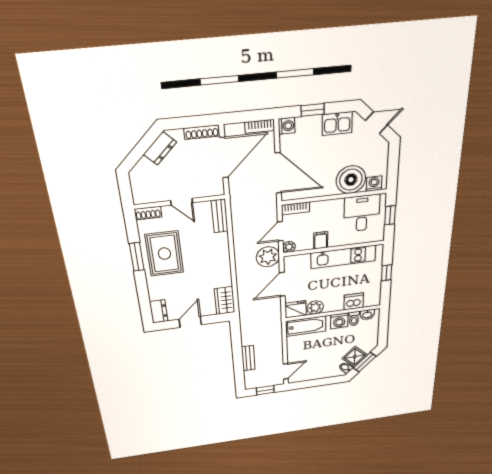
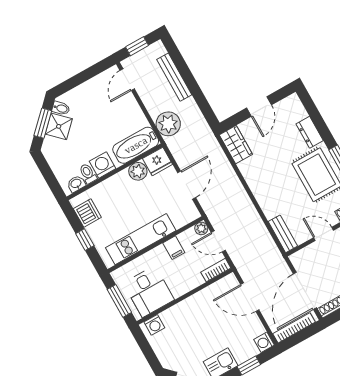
bookcase: (260, 126) -> (294, 328), width x1.56
door: (278, 173) -> (250, 297), width x0.73
boiler: (351, 180) -> (179, 319), removed
window: (390, 215) -> (119, 301), width x1.50
door: (280, 231) -> (218, 241), swing flipped
plant: (268, 257) -> (168, 124), moved
dishwasher: (354, 301) -> (87, 213), moved, turned -90
dresser: (159, 311) -> (310, 132), moved
bench: (248, 358) -> (174, 77), width x1.36

